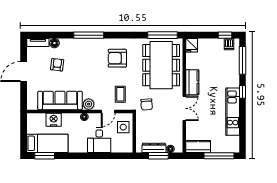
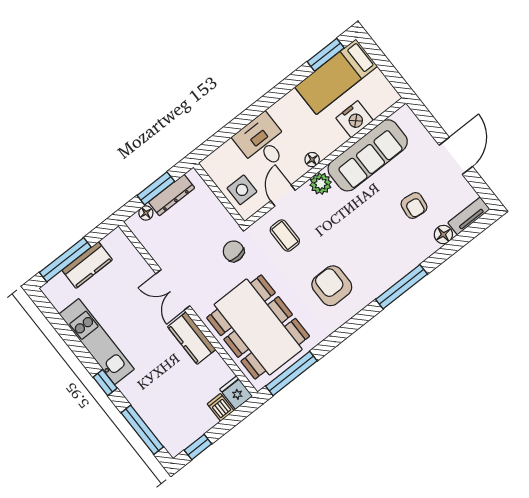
dishwasher: (229, 44) -> (221, 407), moved
armchair: (117, 58) -> (332, 286), turned -90
kitchen counter: (198, 146) -> (87, 265), moved

